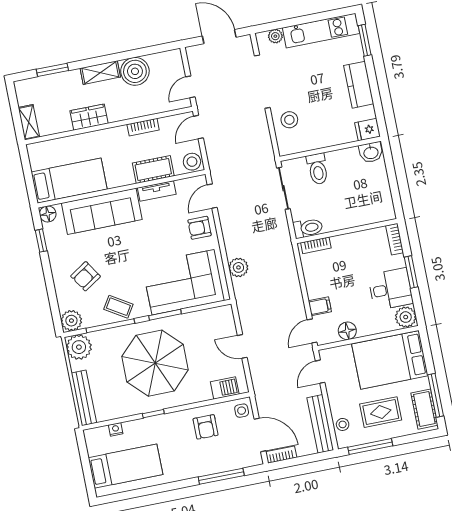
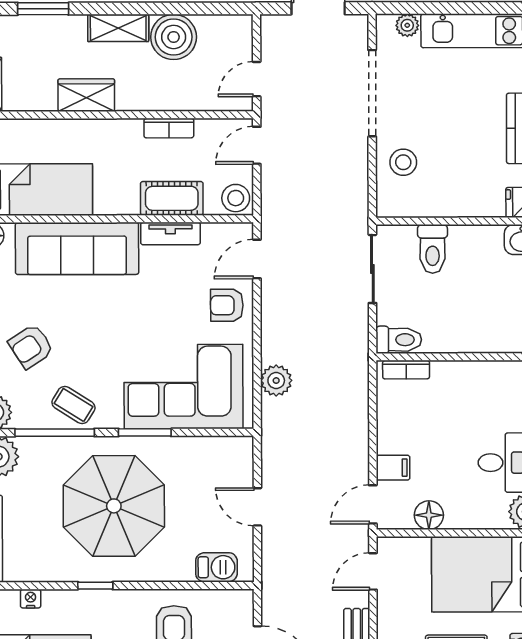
side table: (242, 411) -> (236, 608), removed

